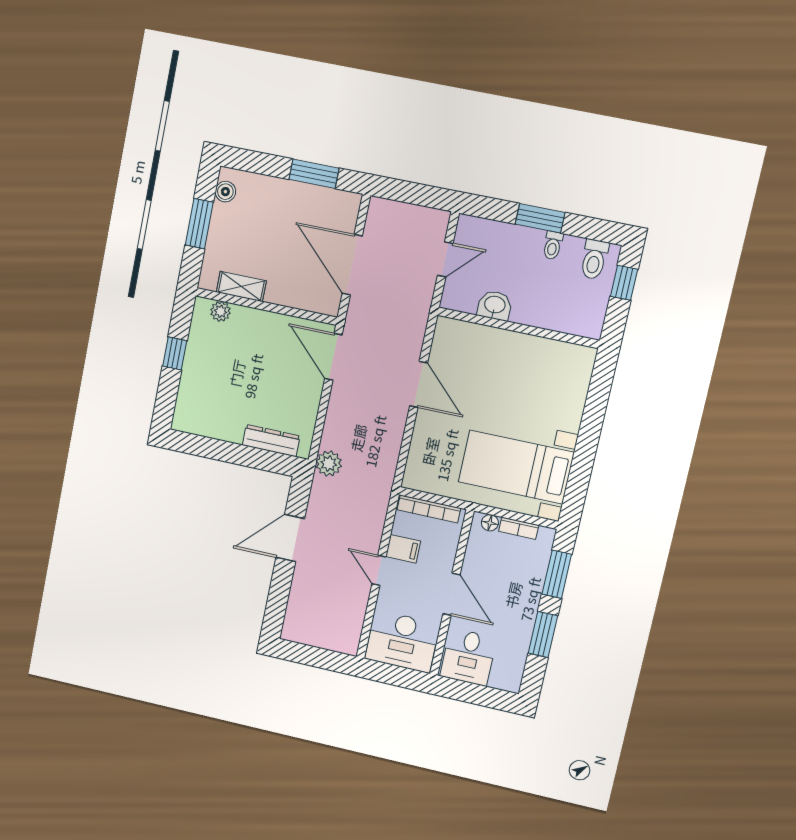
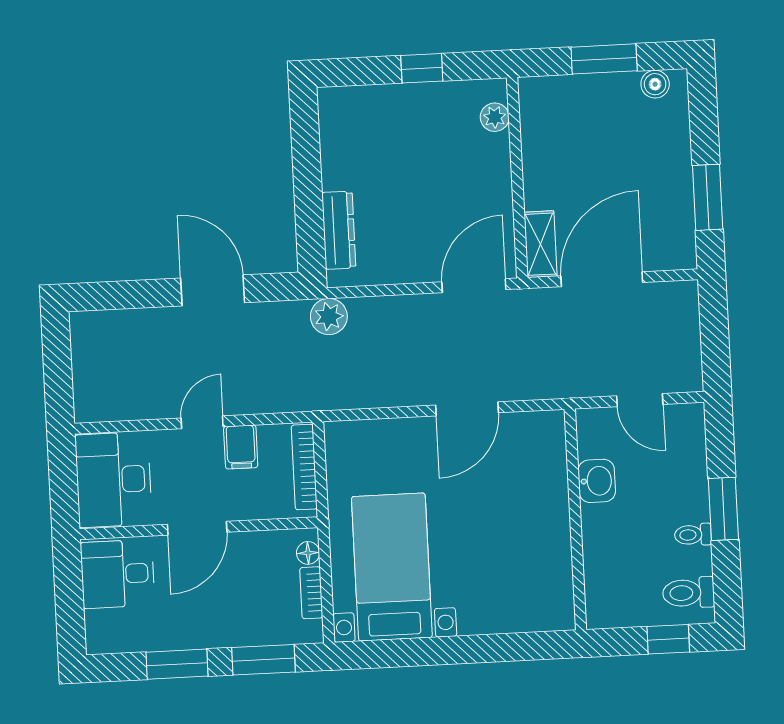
shelving: (241, 287) -> (541, 244), moved

